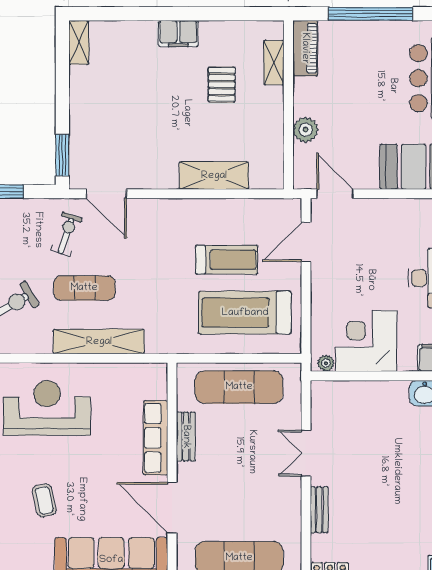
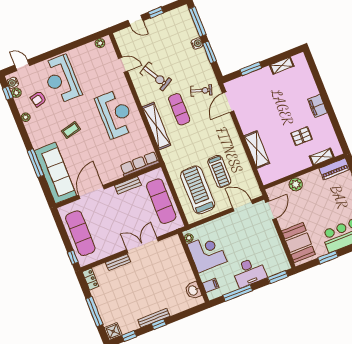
shelving: (79, 42) -> (282, 66), moved
window: (62, 155) -> (251, 69), moved
row of seats: (156, 438) -> (139, 164), moved
double door: (306, 453) -> (142, 245), width x1.37

